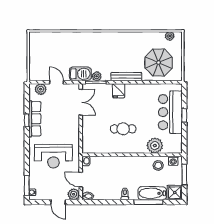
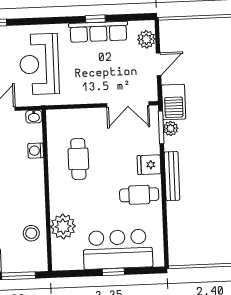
parasol: (159, 63) -> (197, 227), removed
cafe table: (137, 97) -> (139, 195), added
cafe table: (123, 129) -> (78, 159), moved
washing machine: (173, 161) -> (36, 151), moved

